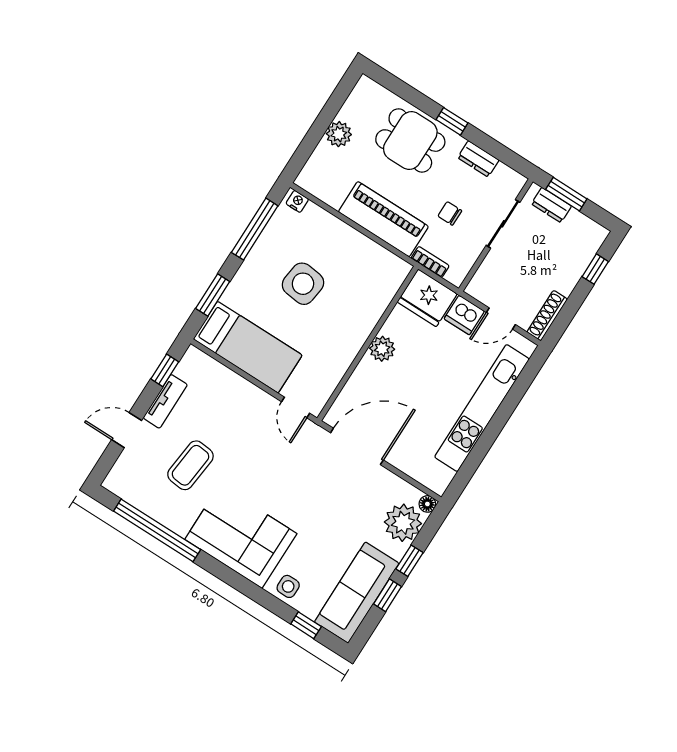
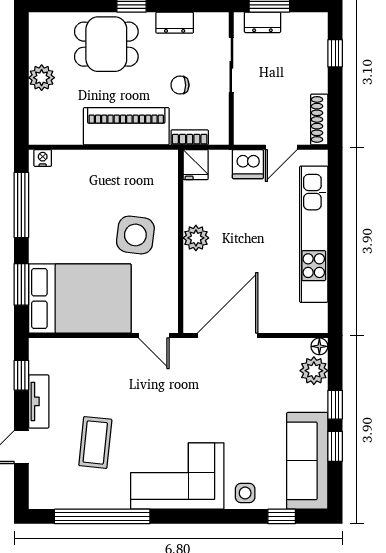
side table: (303, 284) -> (135, 235), moved
fridge: (427, 298) -> (196, 165), width x0.53, depth x0.75
bed: (248, 347) -> (80, 298), width x1.50
plant: (403, 523) -> (314, 371), width x0.73, depth x0.73

